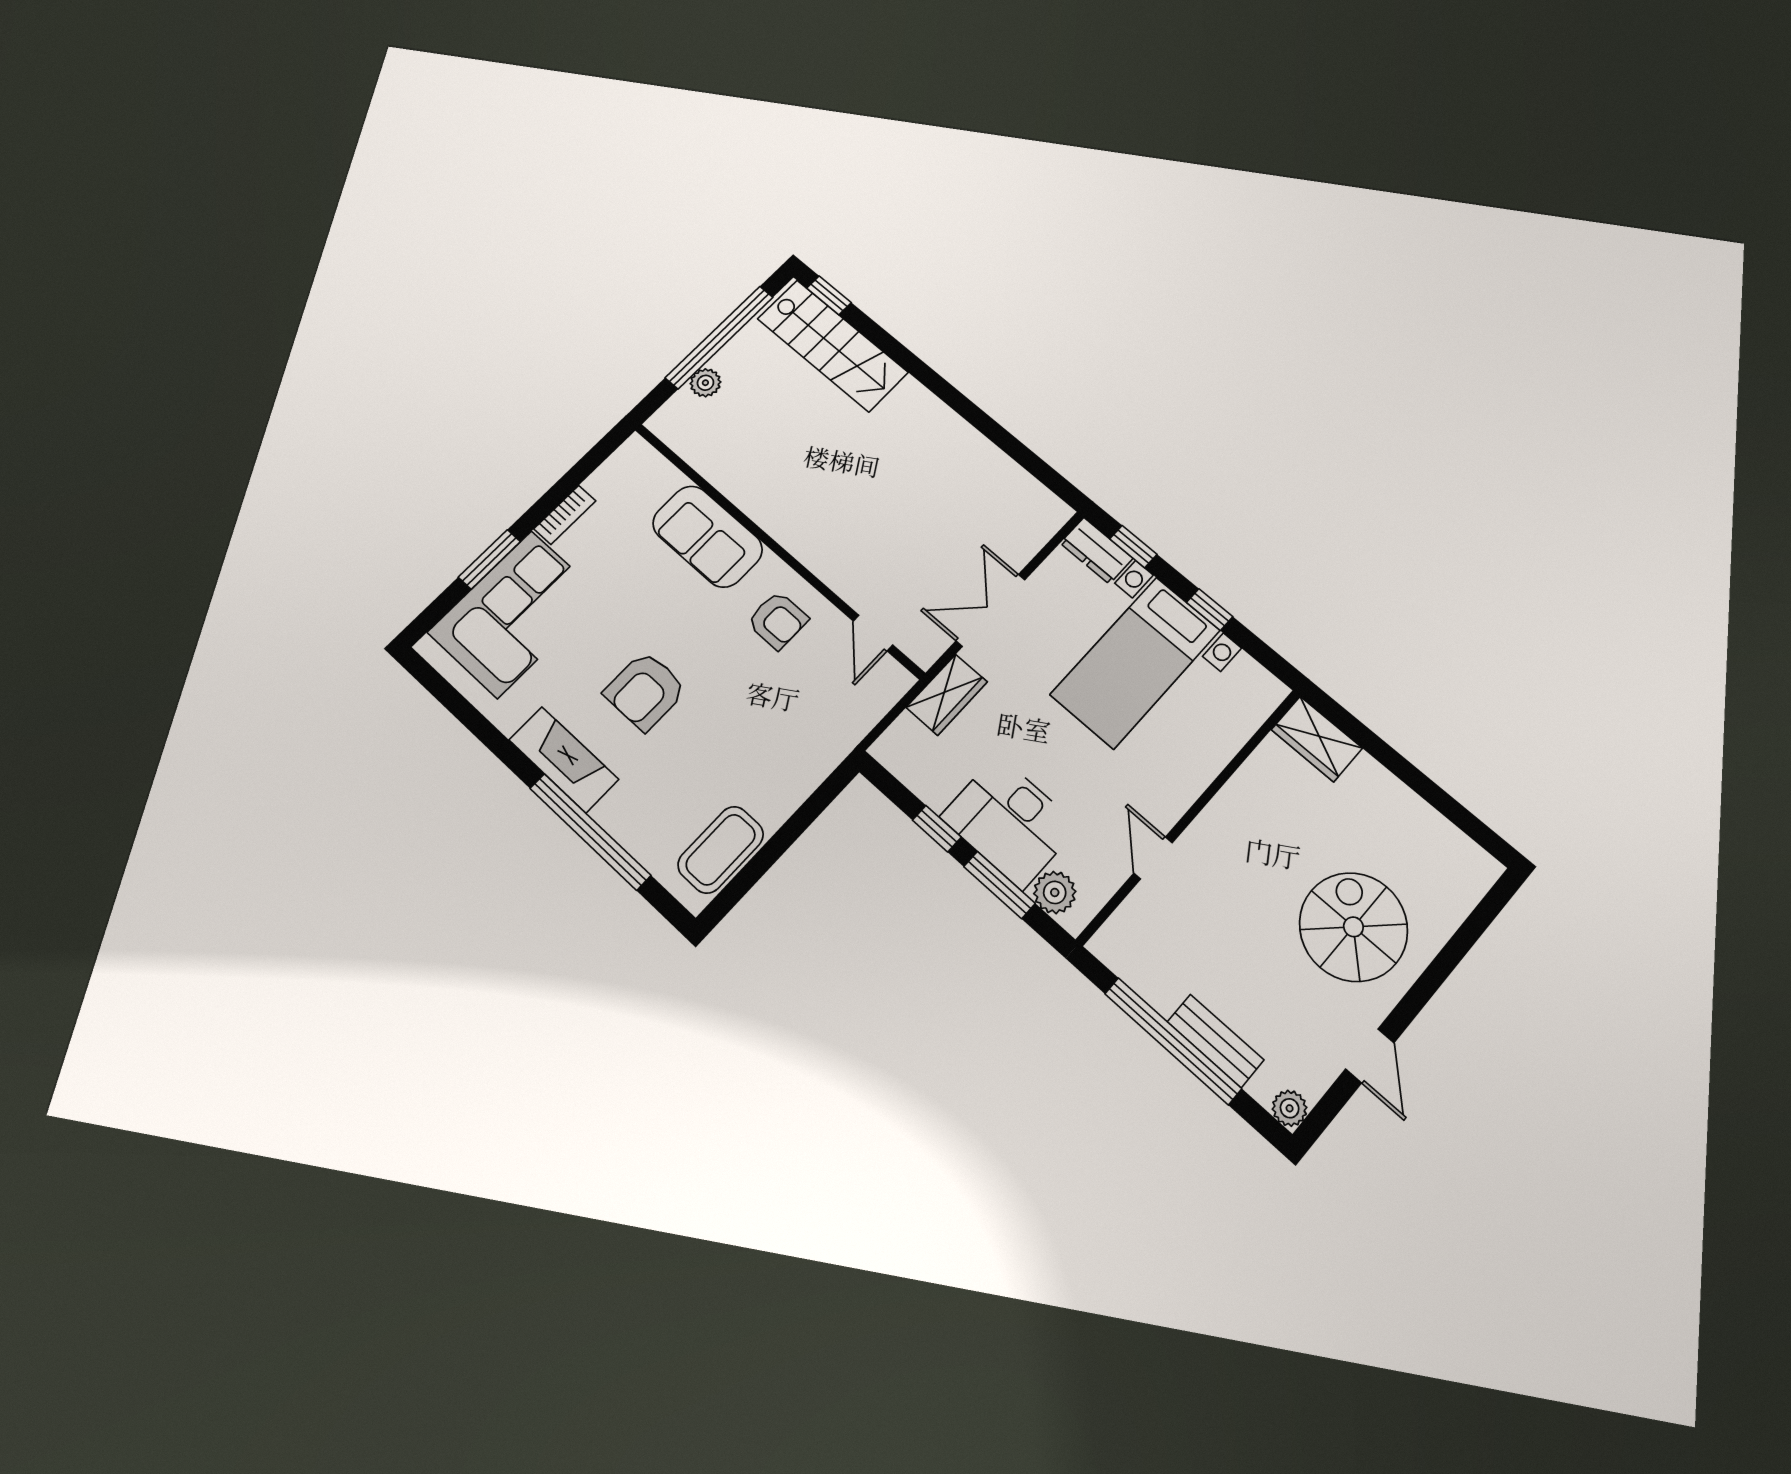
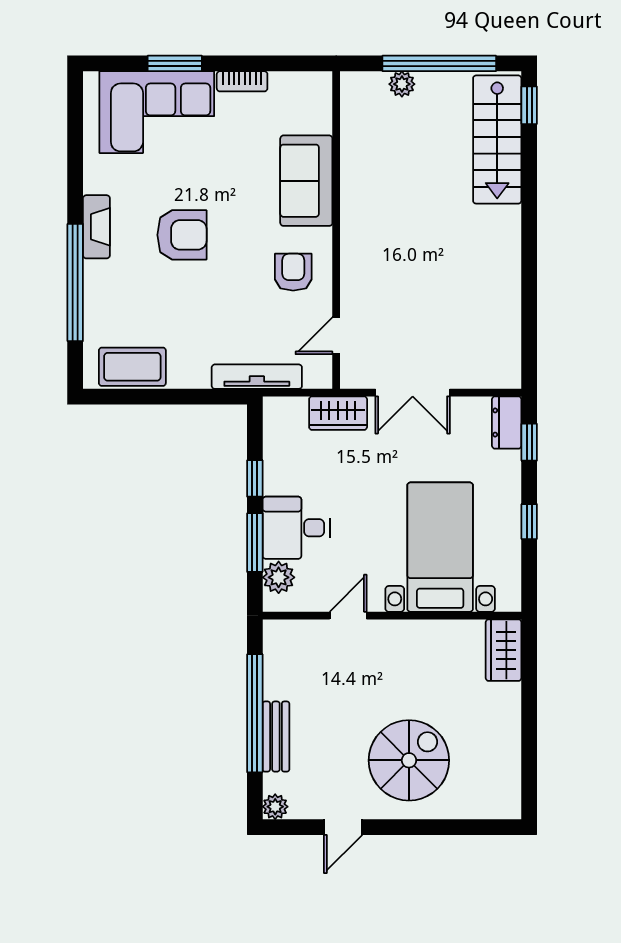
double door: (991, 610) -> (413, 393), swing flipped
armchair: (778, 620) -> (293, 272), turned 180
bed with nightstands: (1135, 662) -> (440, 547), moved, turned 90
armchair: (645, 691) -> (182, 235), turned 180
tv unit: (842, 740) -> (257, 377), added
fireplace: (564, 760) -> (96, 227), width x0.73, depth x0.76
desk: (1010, 822) -> (296, 528), width x0.73

